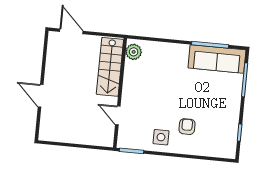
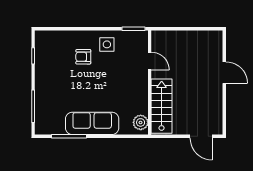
sofa: (217, 59) -> (92, 123), moved
armchair: (187, 127) -> (83, 57), turned 90

